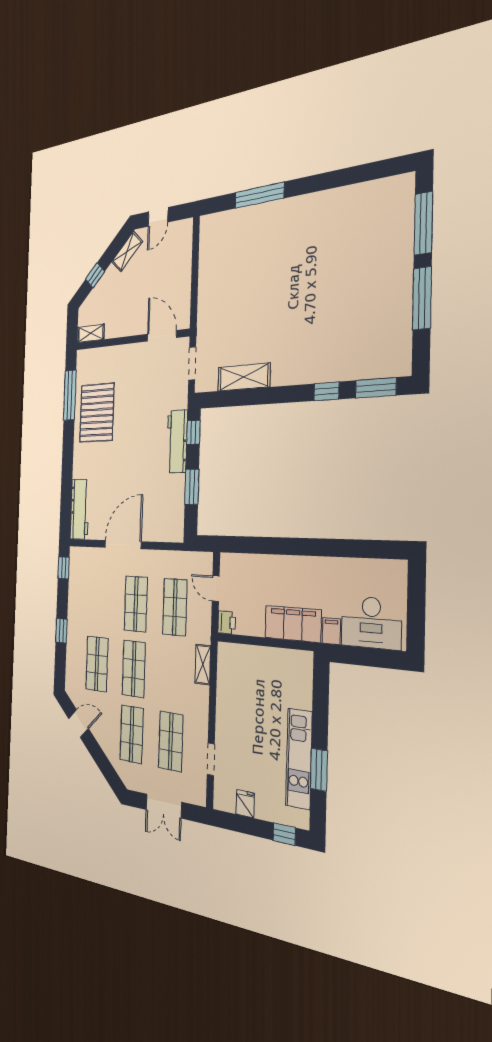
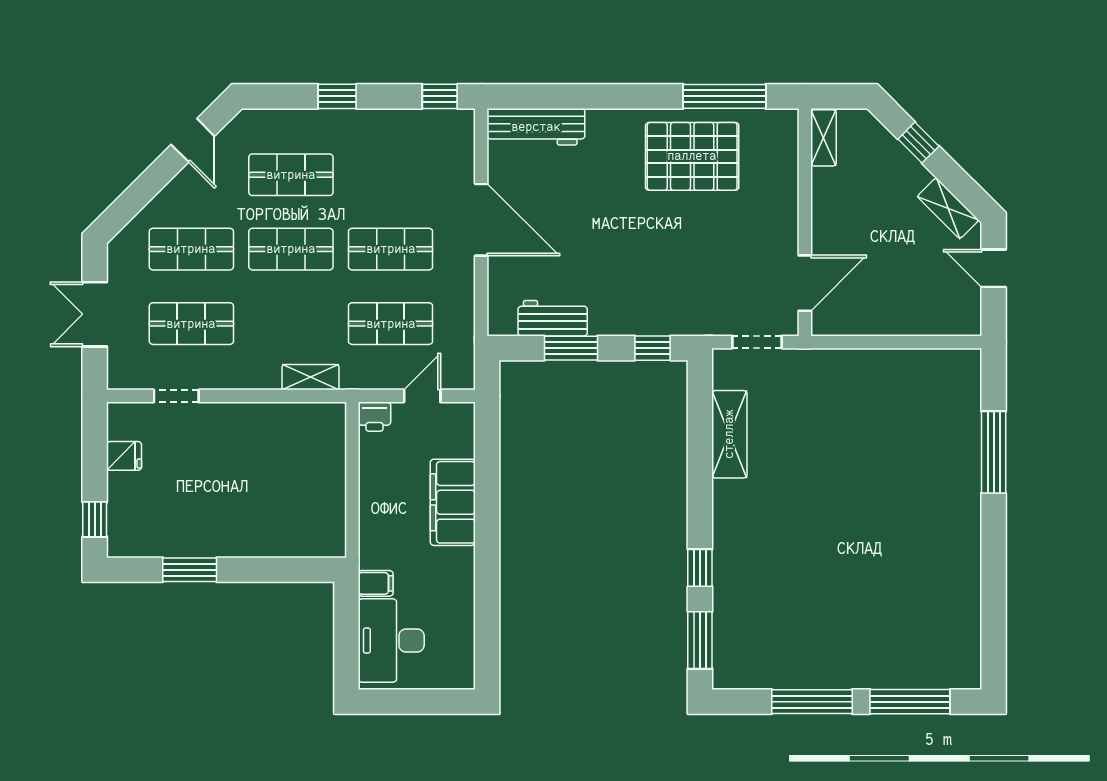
workbench: (177, 441) -> (553, 318), moved, width x0.73
filing cabinet: (293, 624) -> (453, 502), moved, turned 180
kitchen unit: (299, 759) -> (200, 539), removed

